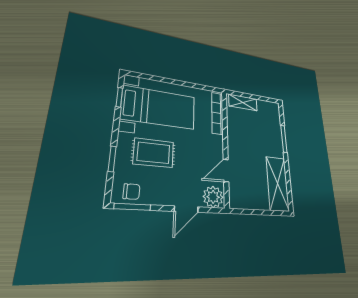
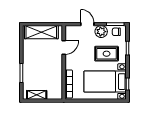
shelving: (243, 102) -> (37, 95), moved
shelving: (277, 184) -> (41, 32), moved, turned 90
plant: (213, 197) -> (101, 32), moved
door: (186, 209) -> (87, 24), hinge flipped

